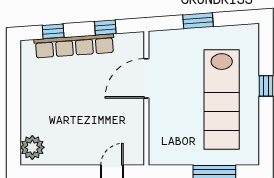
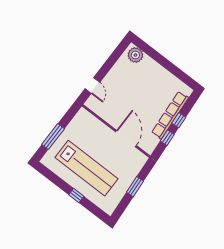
window: (53, 31) -> (179, 120), moved
lab bench: (222, 99) -> (87, 168), turned 180

